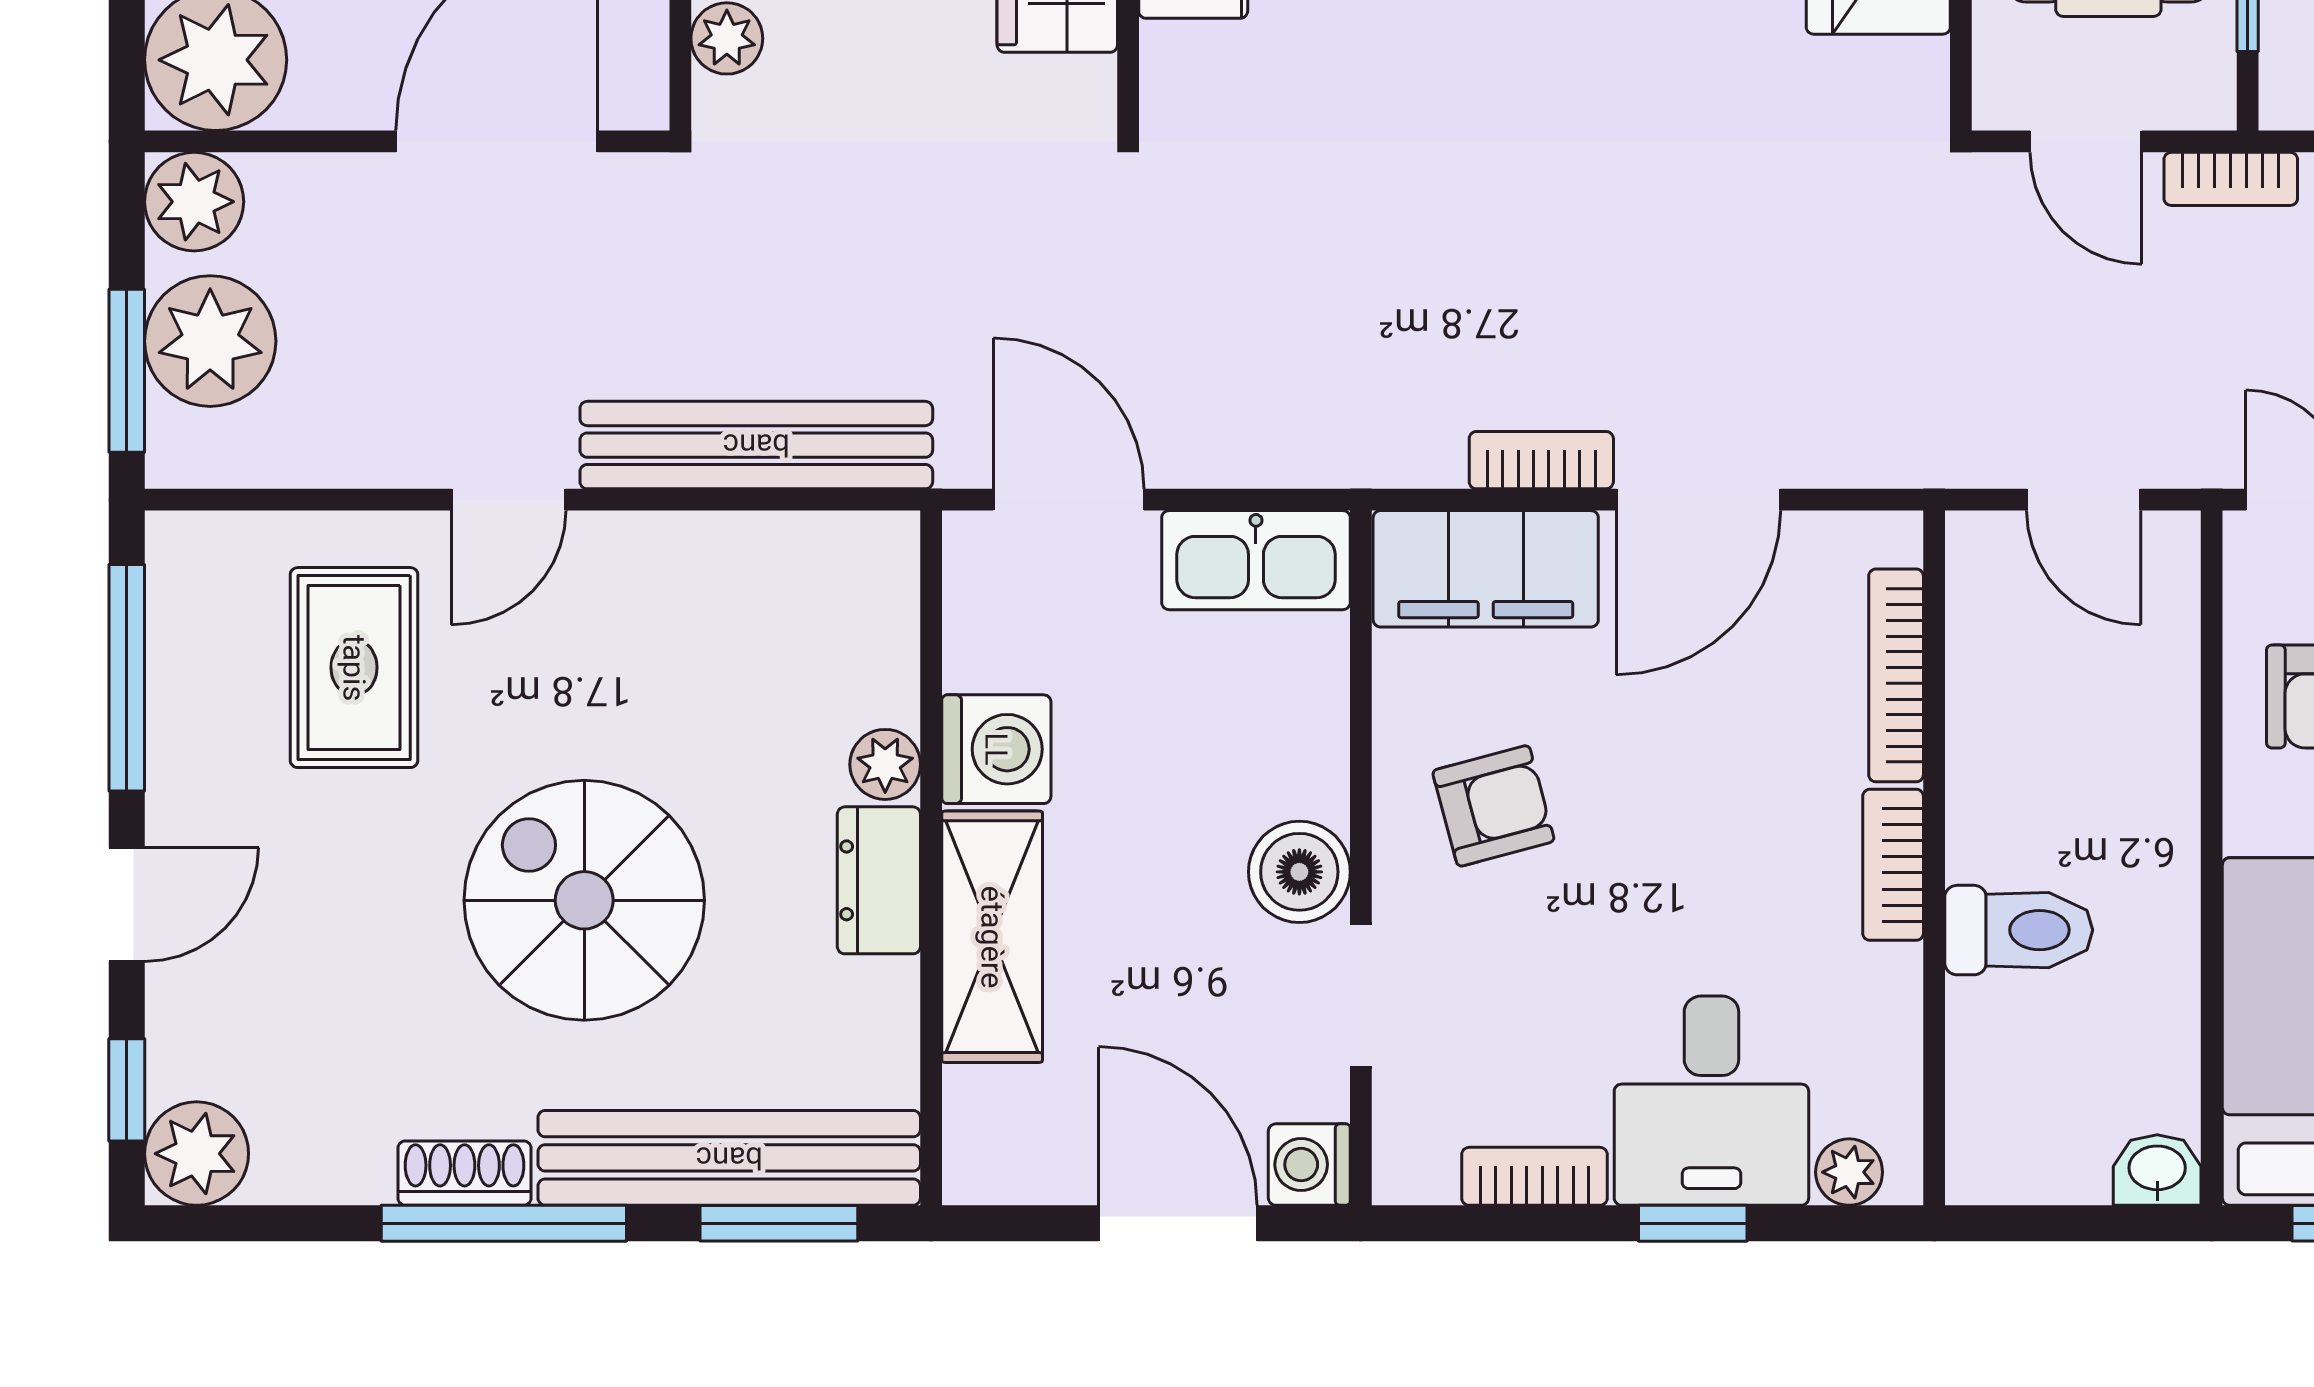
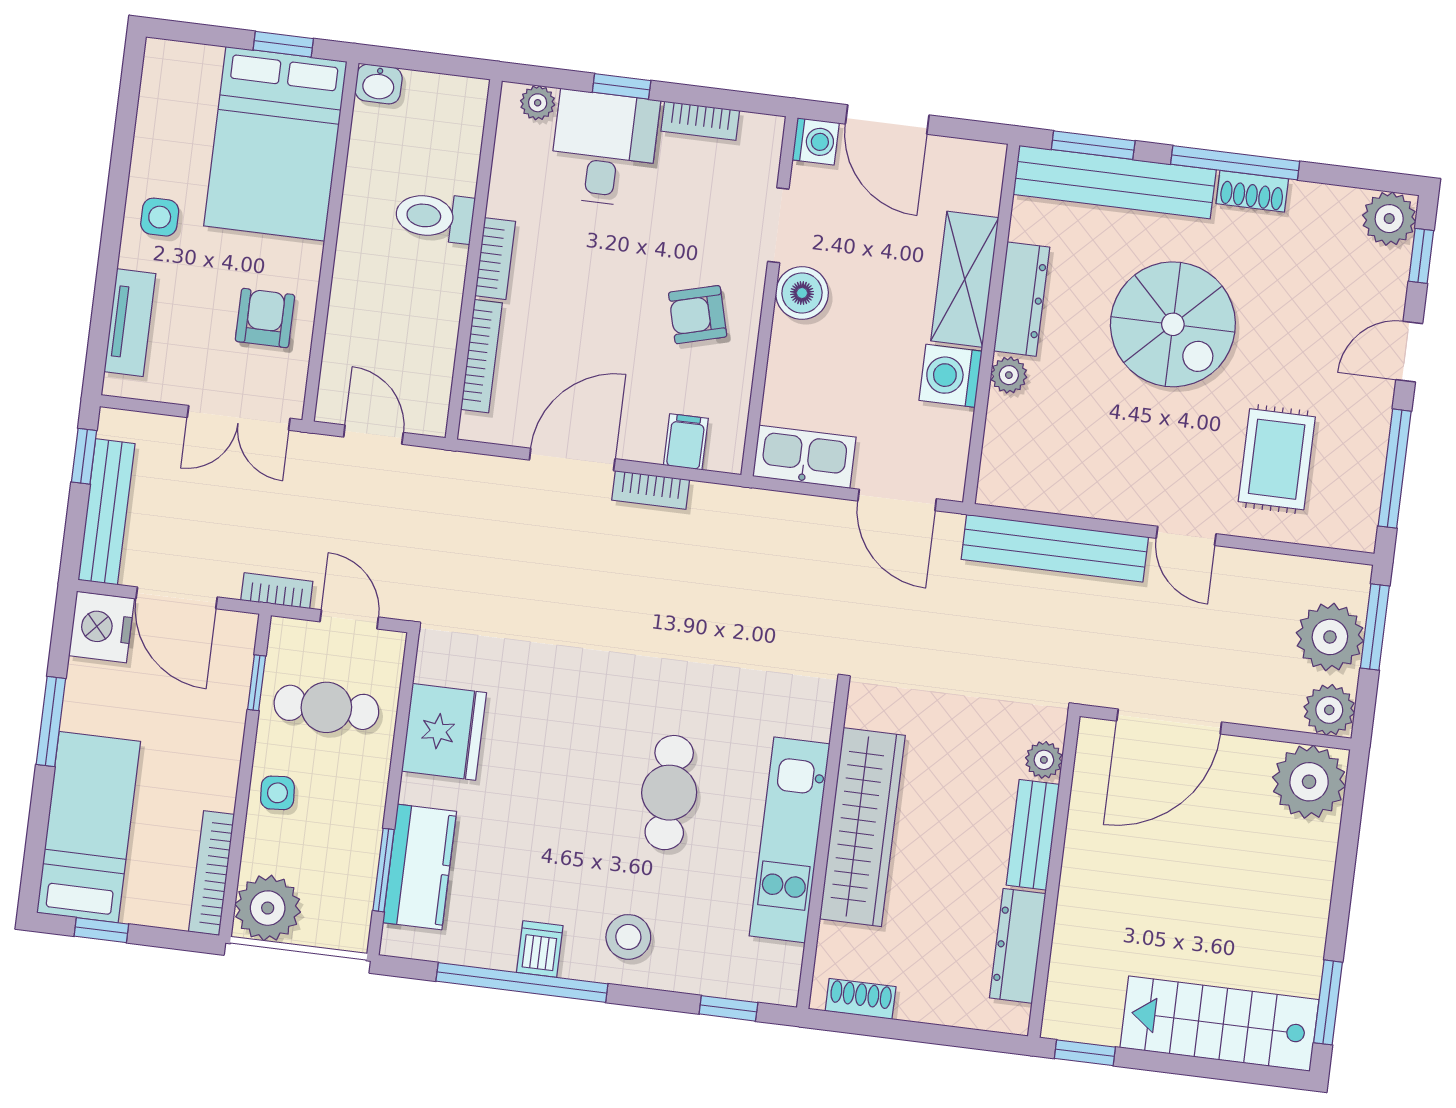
door: (509, 500) -> (1186, 536), swing flipped
filing cabinet: (1486, 569) -> (686, 442), width x0.33, depth x0.86
dresser: (879, 880) -> (1022, 299), width x1.44

